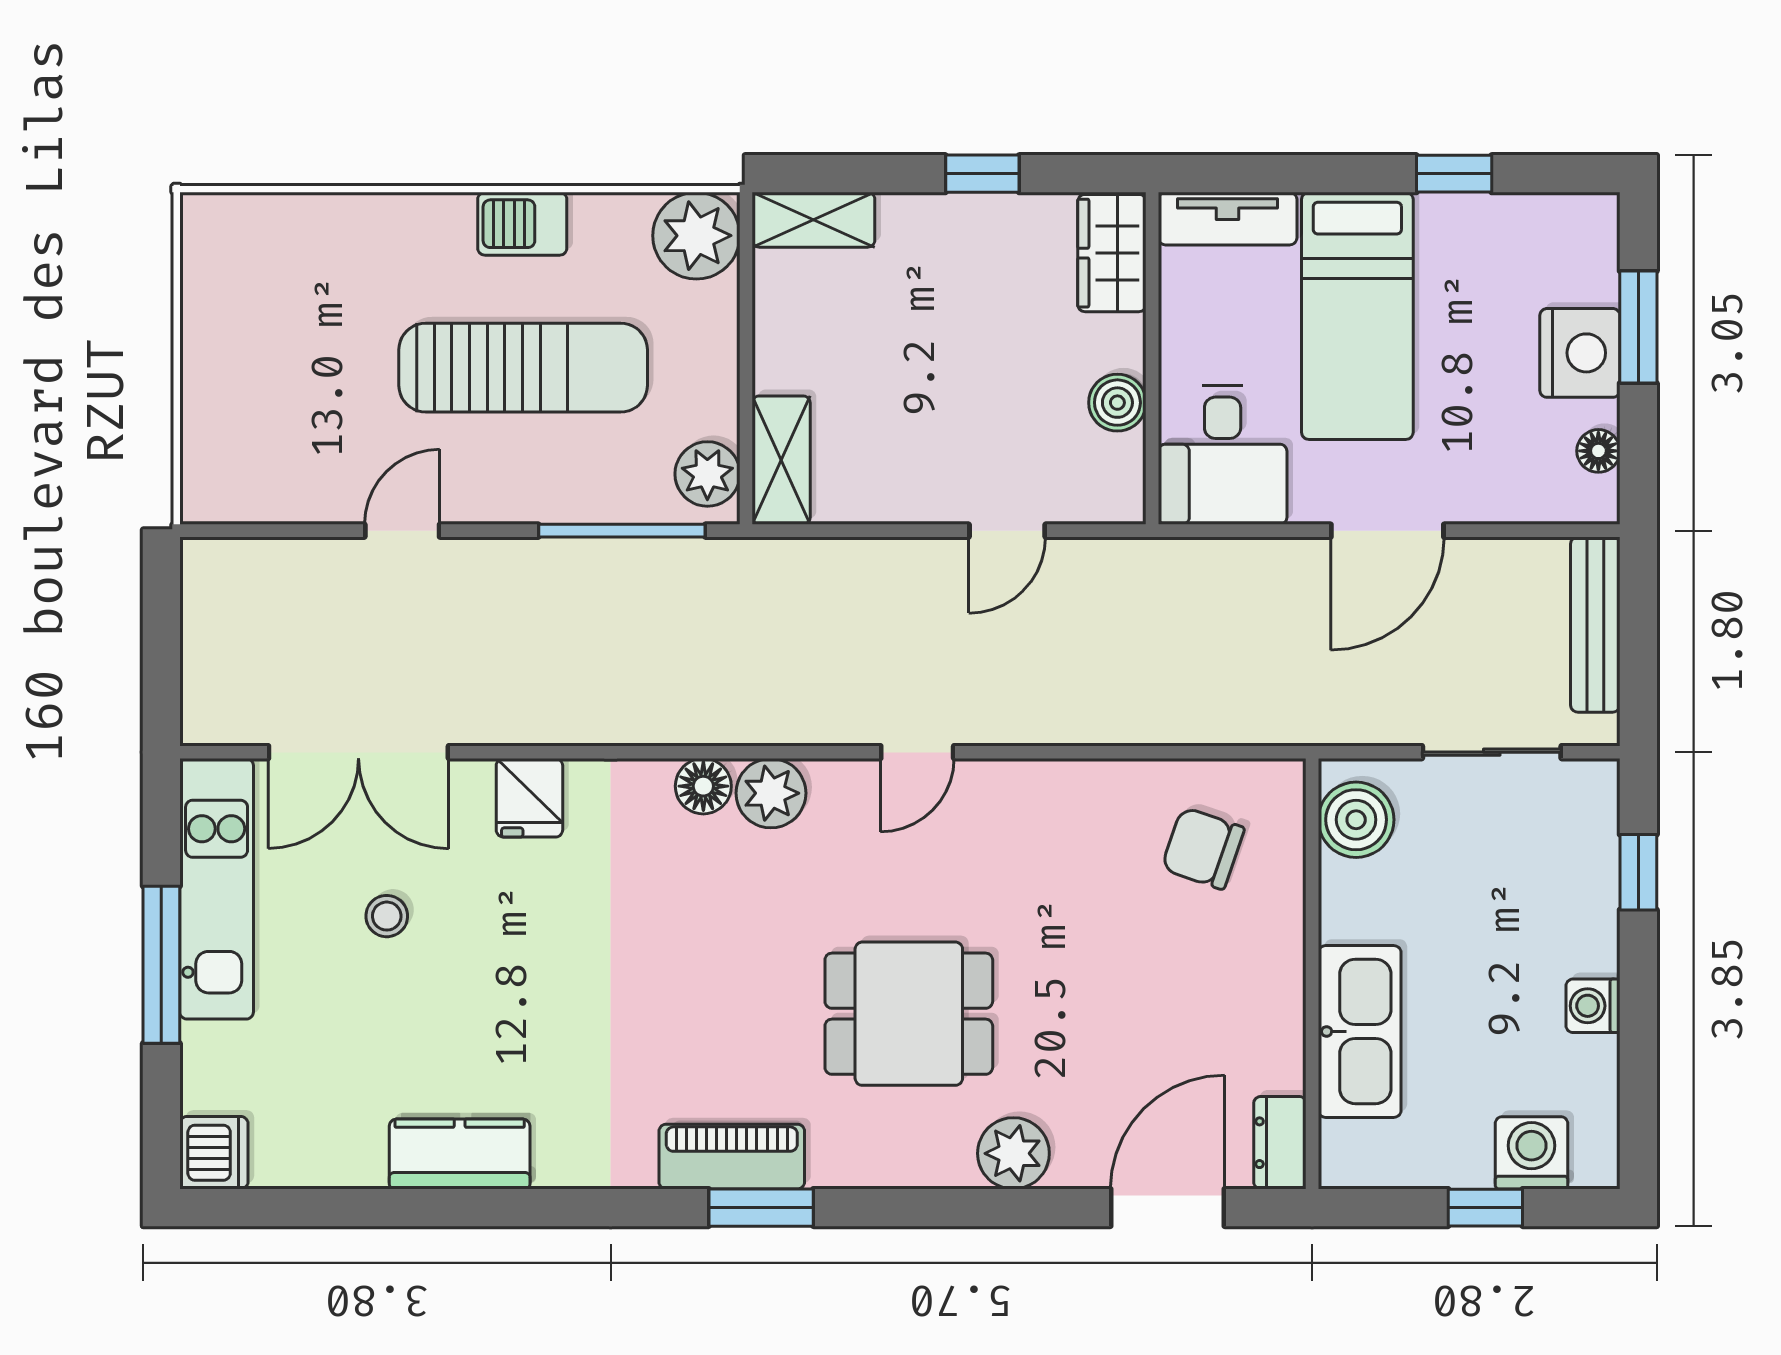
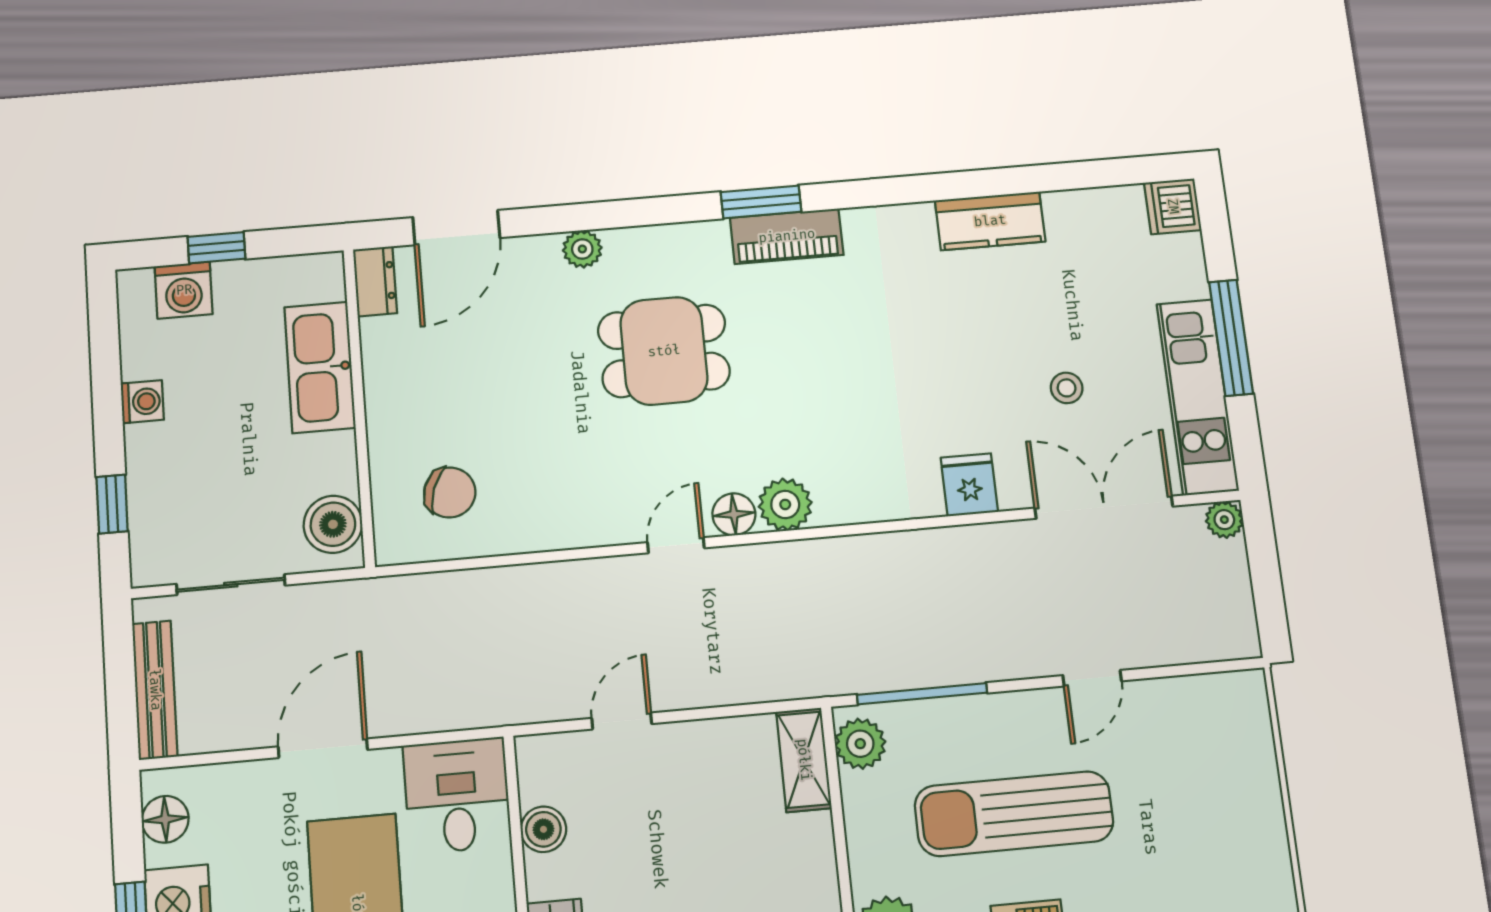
floor lamp: (1598, 451) -> (165, 819), width x1.37, depth x1.37
plant: (204, 722) -> (1224, 520), added
floor lamp: (703, 786) -> (734, 514), moved
plant: (1013, 1153) -> (582, 249), width x0.73, depth x0.73

